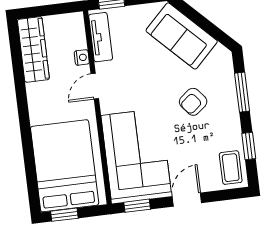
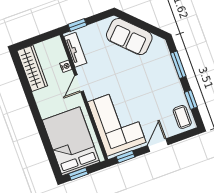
armchair: (193, 102) -> (147, 79), removed

